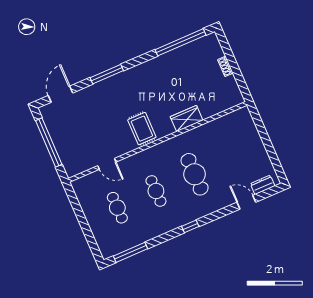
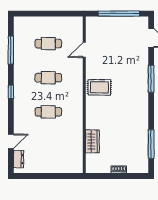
window: (180, 42) -> (151, 144), width x0.68
wardrobe: (187, 119) -> (92, 141), moved
cafe table: (195, 174) -> (48, 112), width x0.73, depth x0.74
window: (130, 252) -> (11, 50), moved

